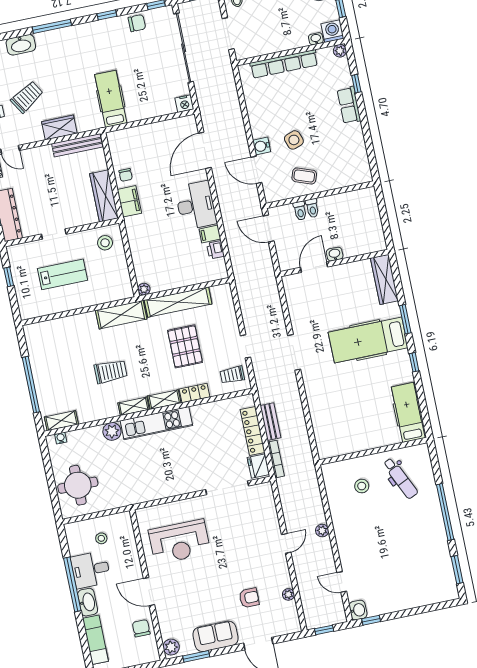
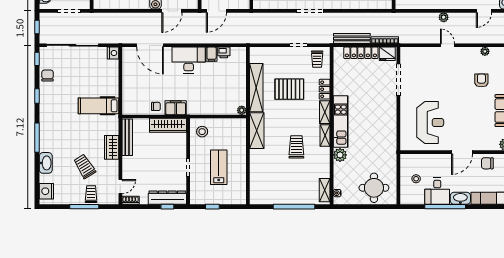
bench: (270, 422) -> (352, 38), width x1.36

